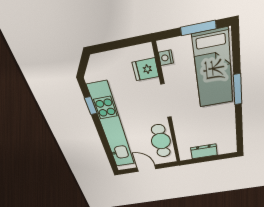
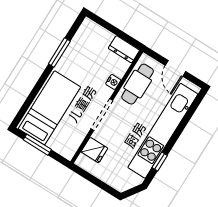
nightstand: (166, 58) -> (113, 82), moved
window: (238, 89) -> (59, 52), moved
dresser: (204, 151) -> (124, 49), moved

